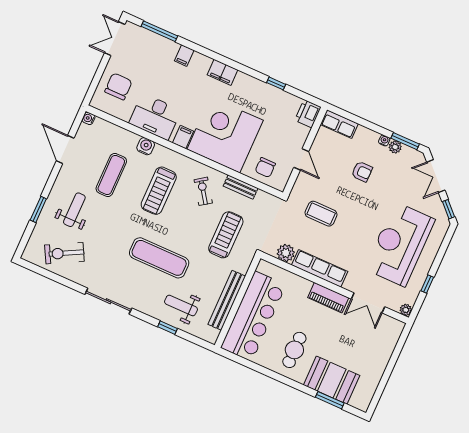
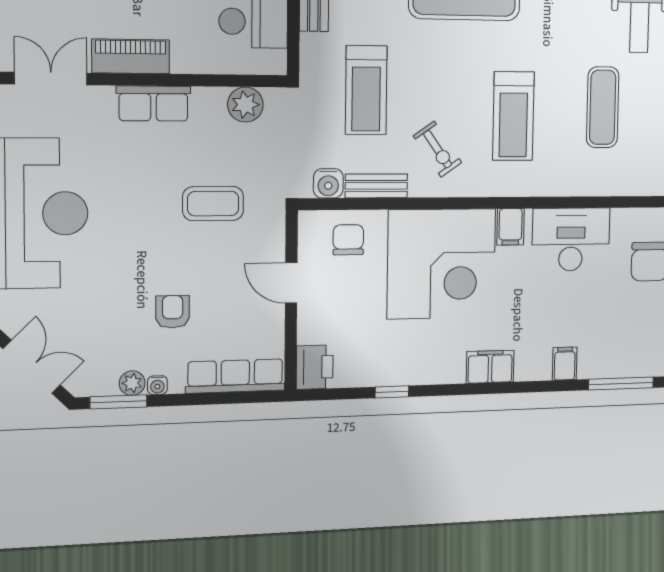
row of seats: (339, 124) -> (235, 376), width x1.48
water cooler: (146, 146) -> (328, 183), moved
armchair: (362, 172) -> (173, 312), turned 90
treadmill: (159, 191) -> (513, 116), turned 180
row of seats: (320, 268) -> (153, 103), width x0.68

